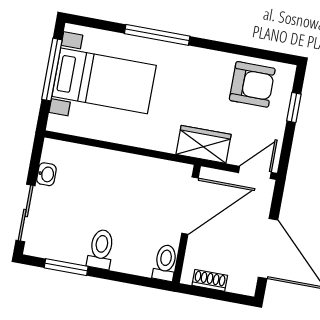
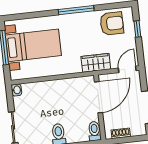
window: (157, 35) -> (76, 10), moved
washbasin: (46, 174) -> (16, 90), moved

